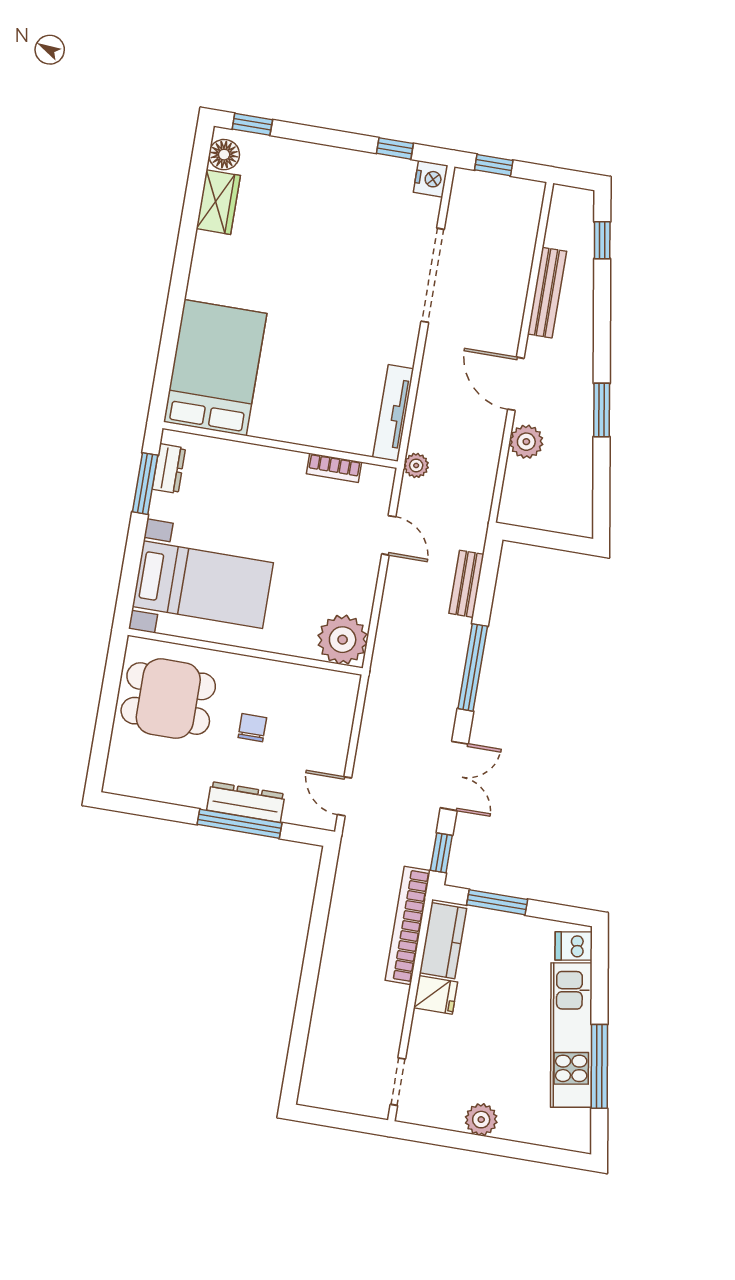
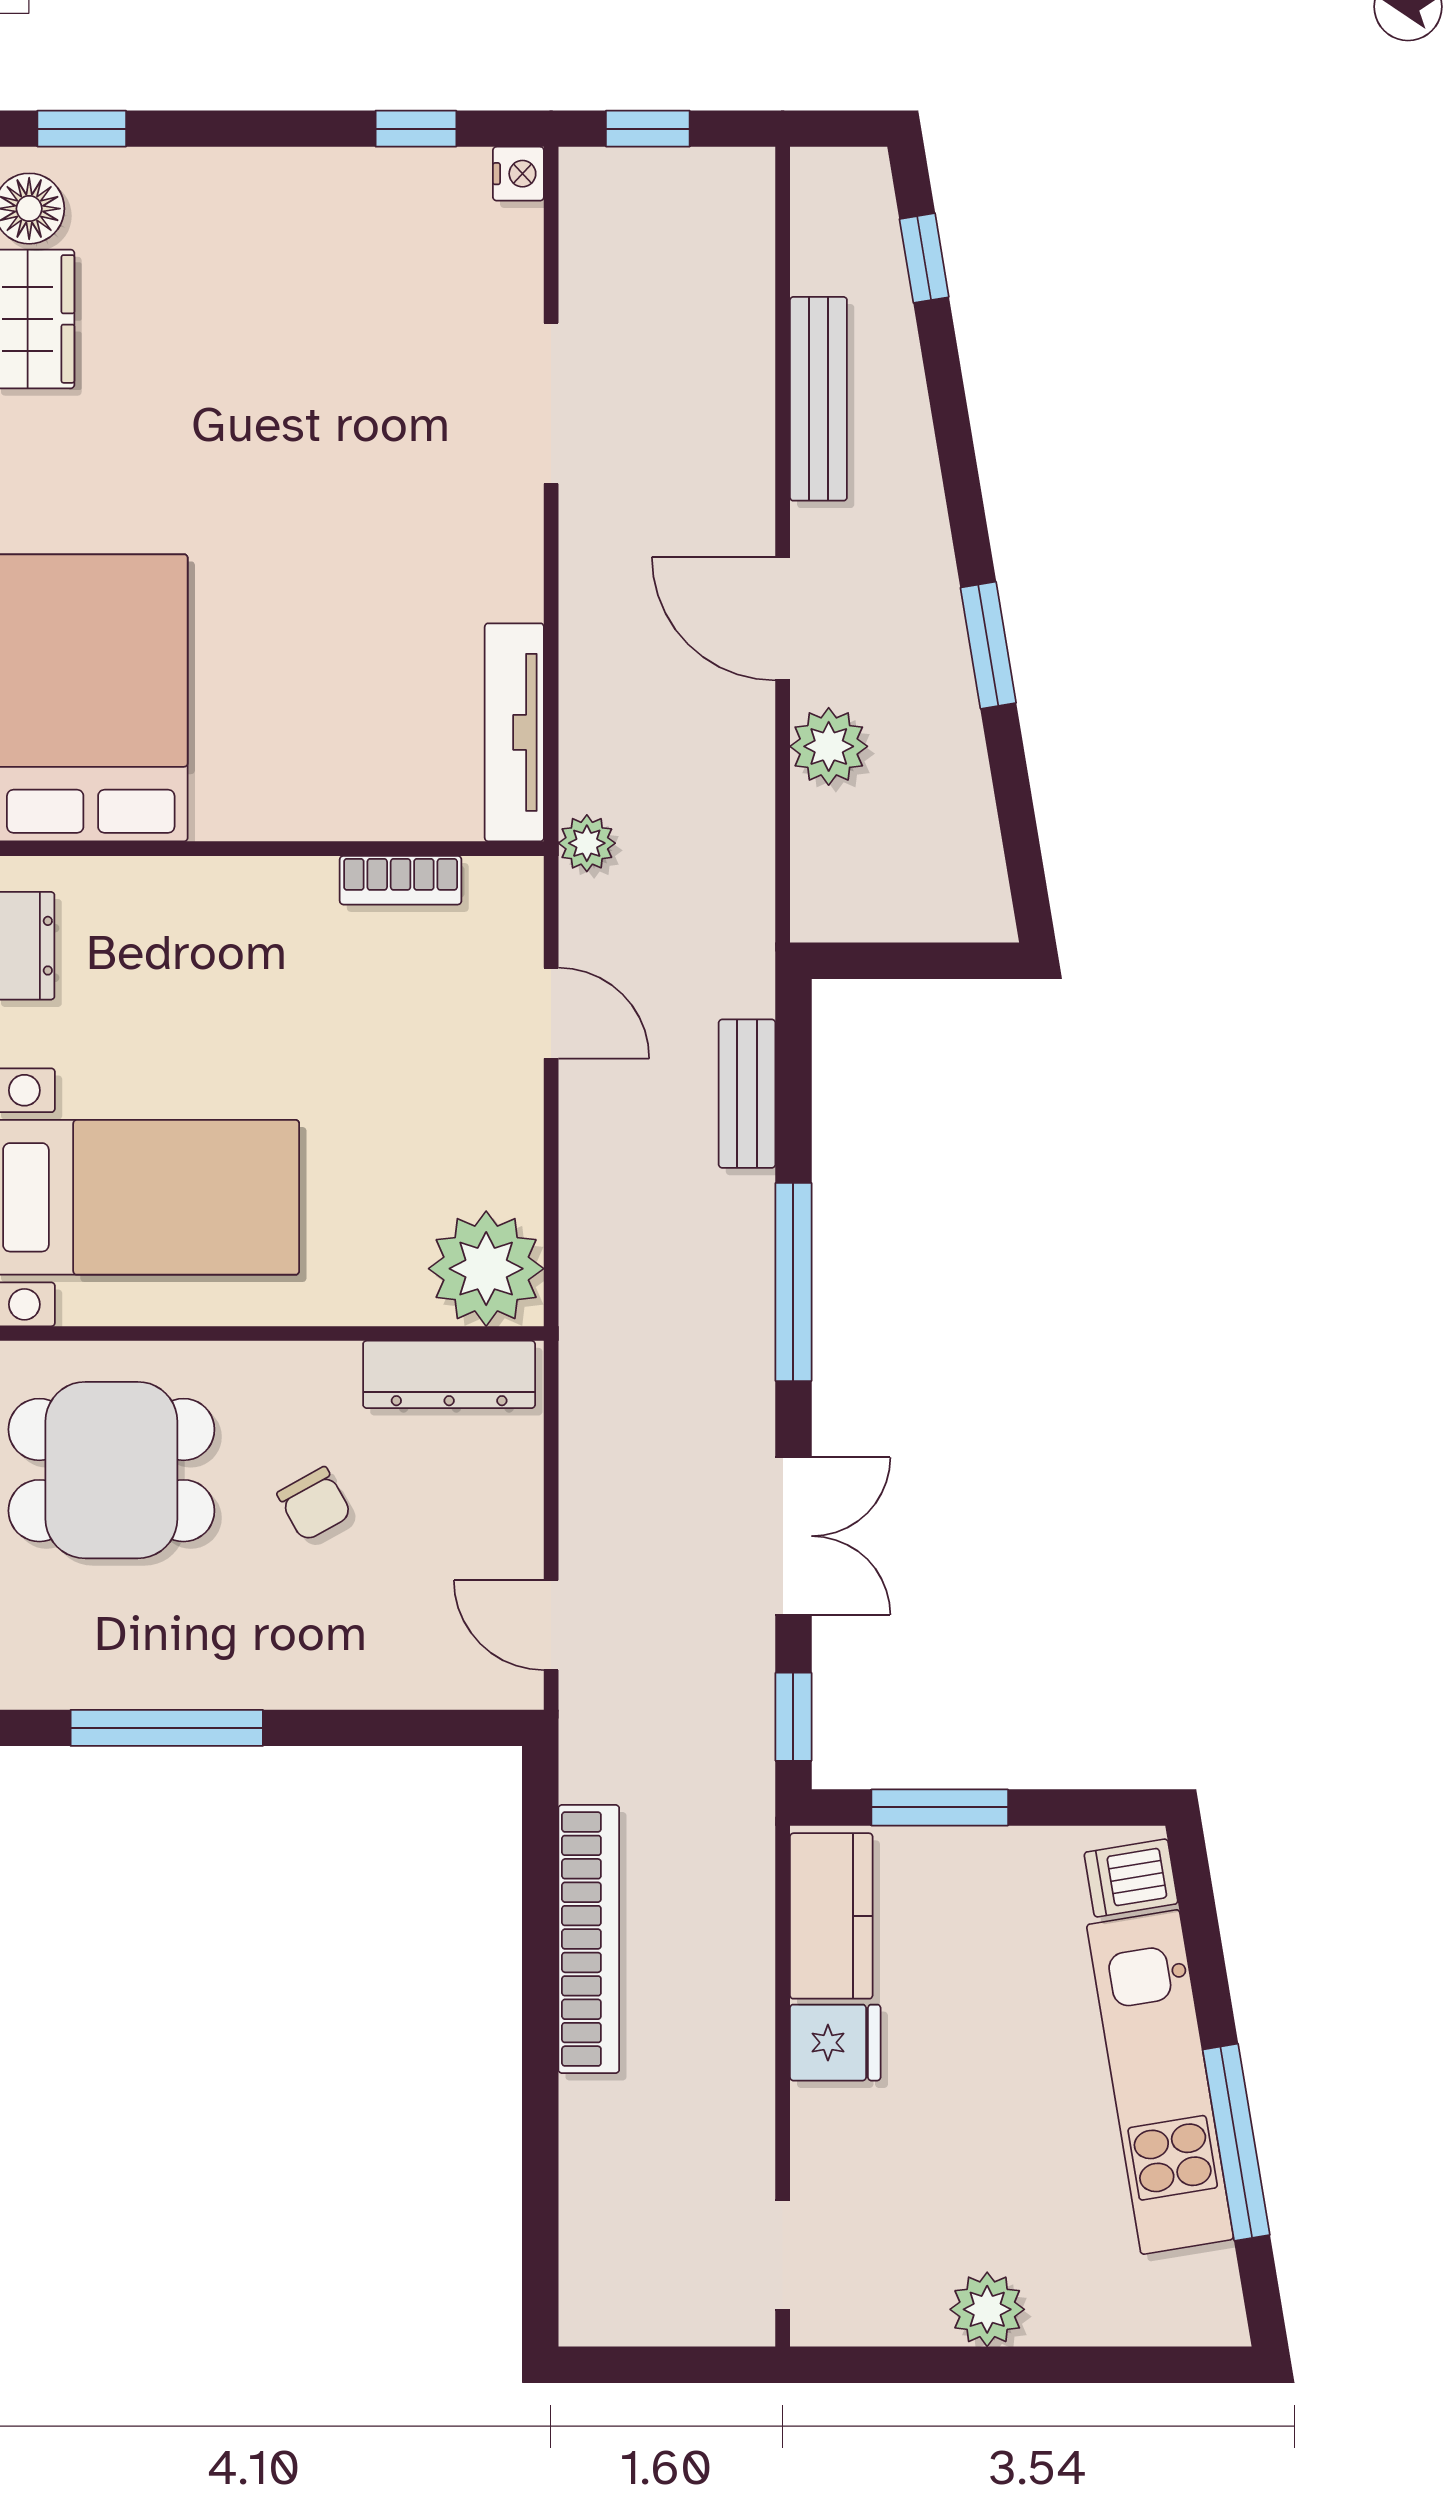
nightstand: (431, 179) -> (518, 174), width x0.72, depth x0.74
doorway: (433, 275) -> (551, 403), width x0.73
chair: (252, 728) -> (314, 1504), turned 151
dresser: (246, 802) -> (449, 1374), moved, turned 180
window: (239, 824) -> (167, 1728), moved
bookcase: (408, 925) -> (589, 1939), moved, turned 180

